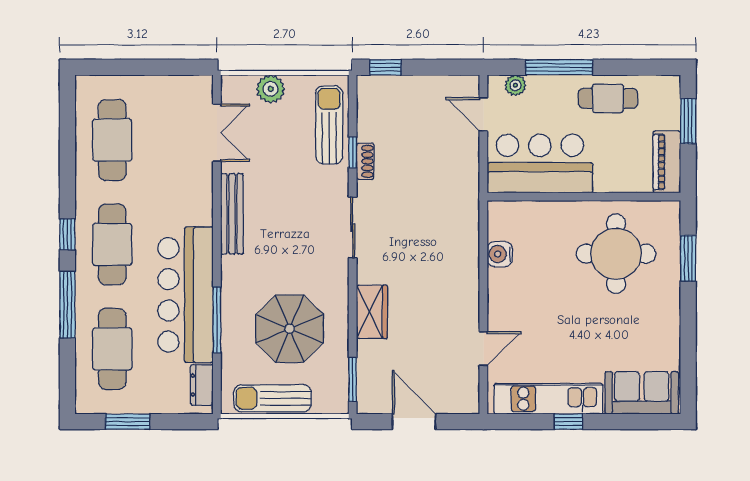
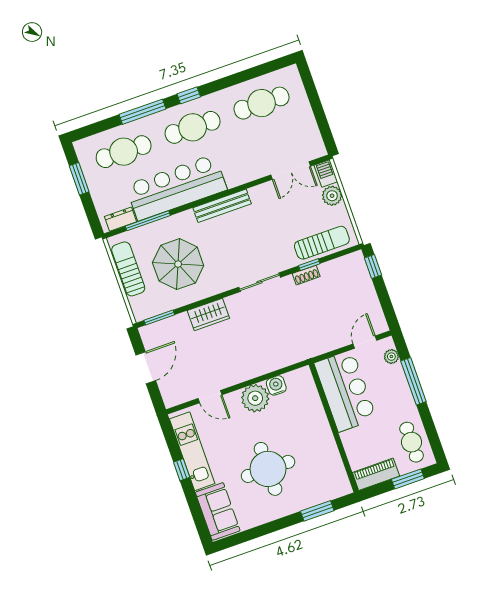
barbecue: (238, 87) -> (326, 173), added
cafe table: (608, 98) -> (412, 442), moved
bench: (232, 214) -> (222, 206), moved
round table: (616, 254) -> (268, 469), moved
plant: (507, 289) -> (255, 398), added
window: (217, 320) -> (148, 221), moved

